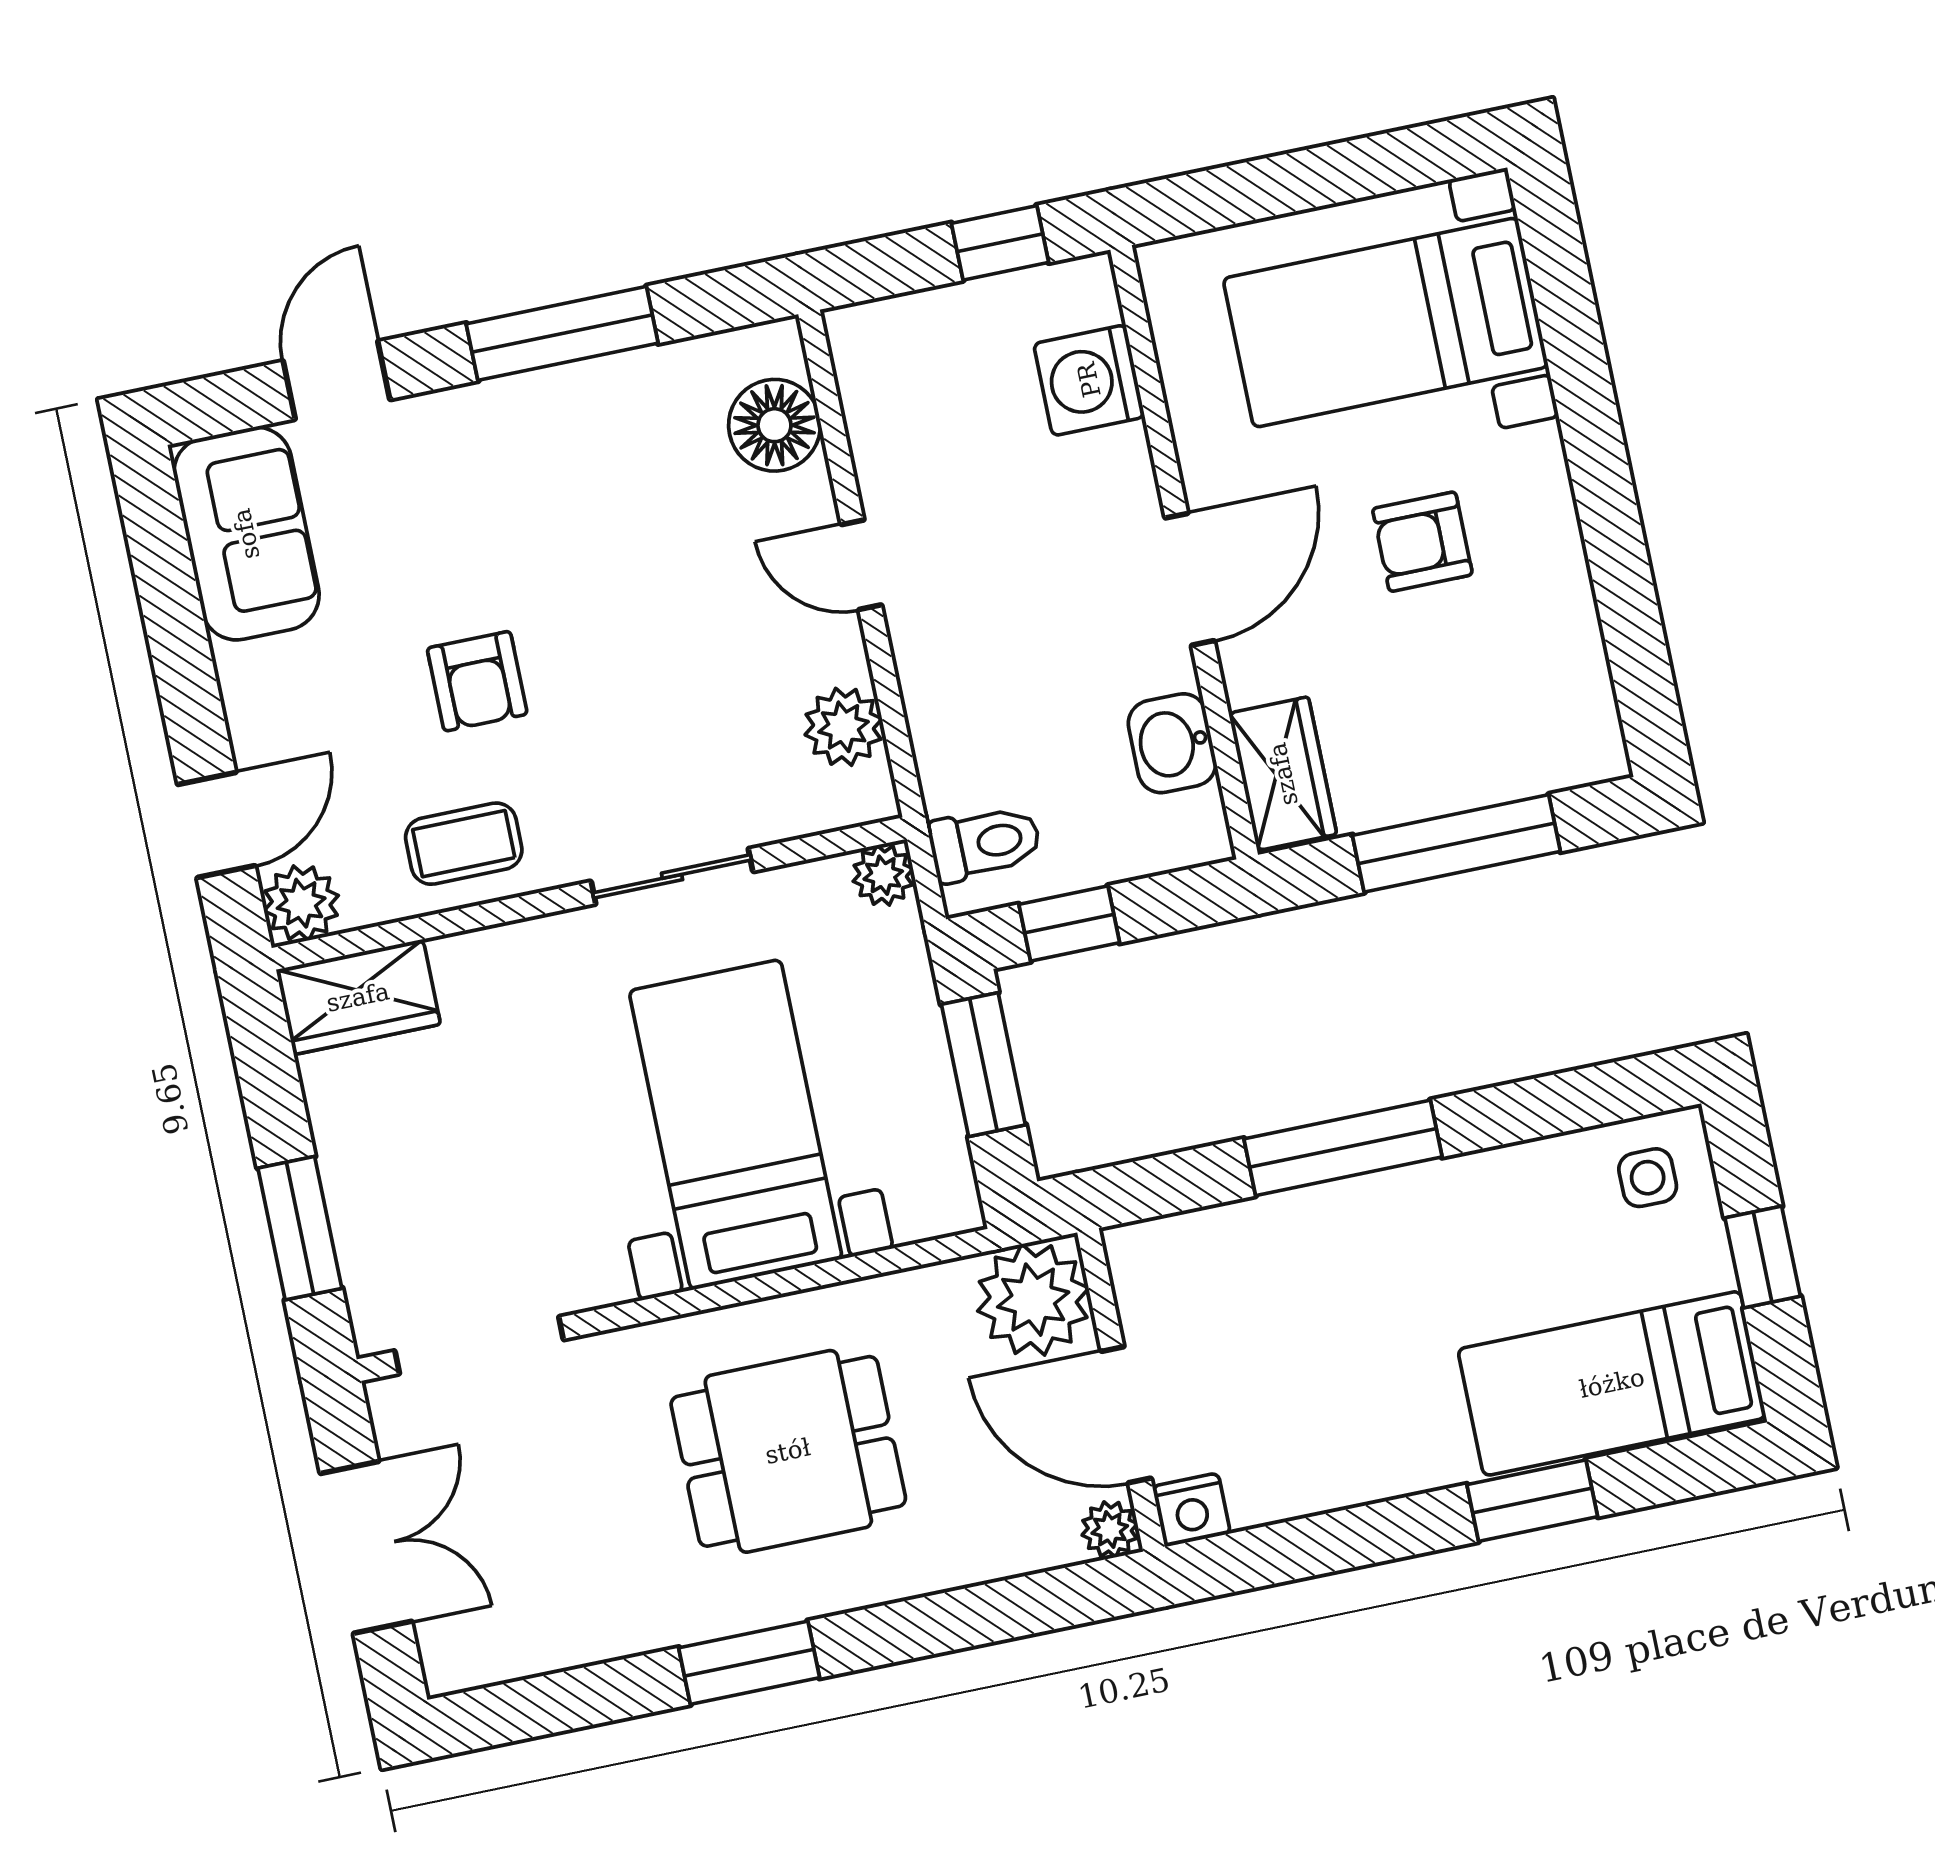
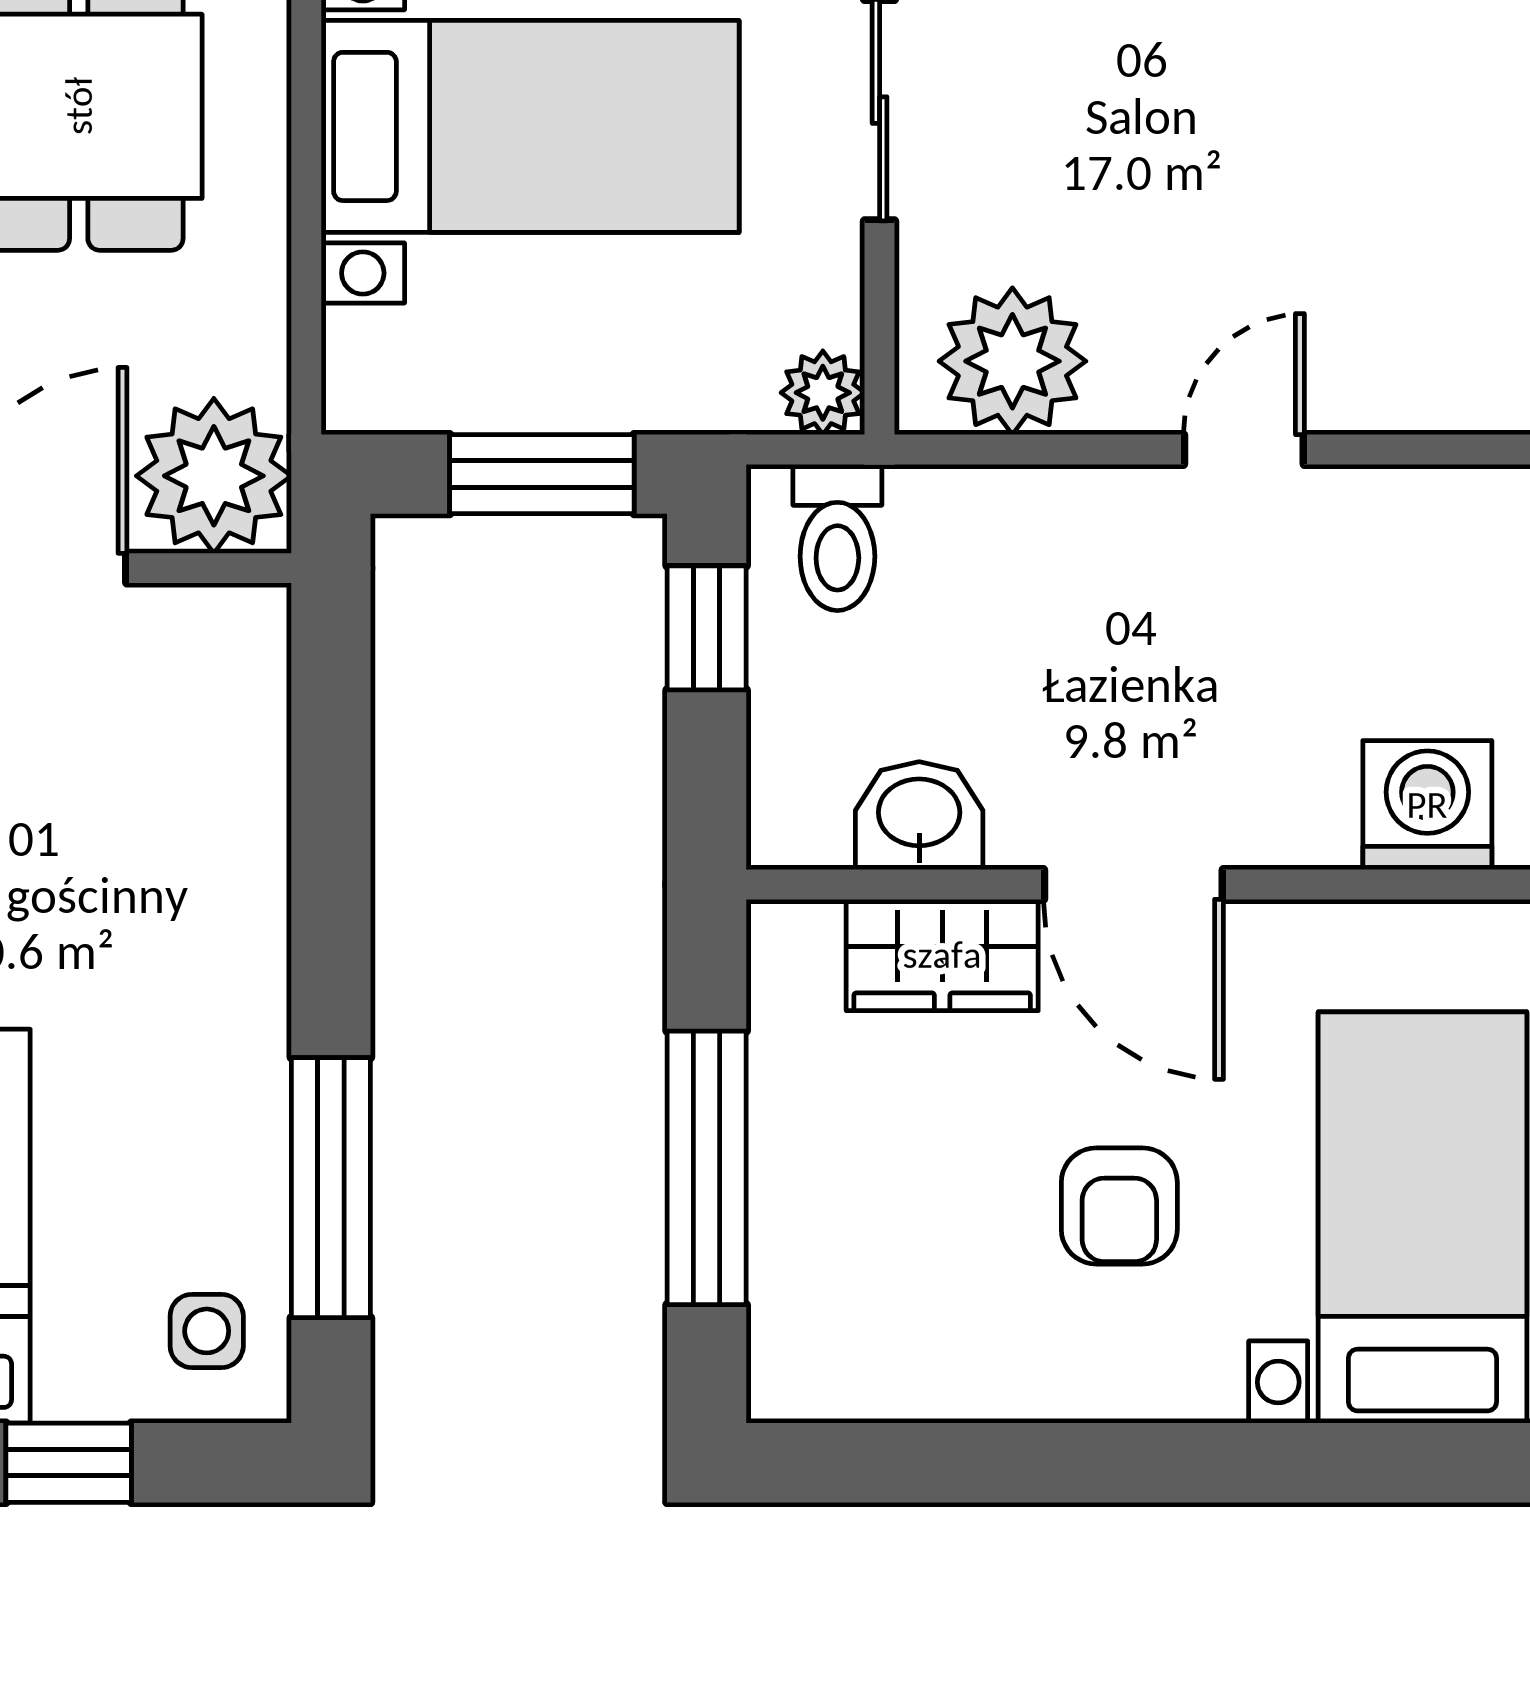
floor lamp: (774, 425) -> (1454, 372), removed
armchair: (1422, 542) -> (1119, 1206), turned 180
plant: (844, 727) -> (1012, 361), width x1.36, depth x1.36
wardrobe: (1283, 774) -> (942, 955), moved
window: (1343, 1148) -> (331, 1188), moved

